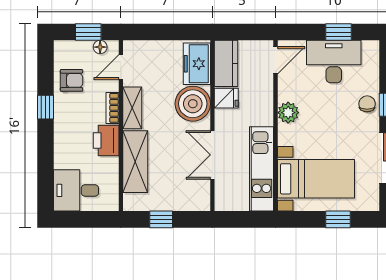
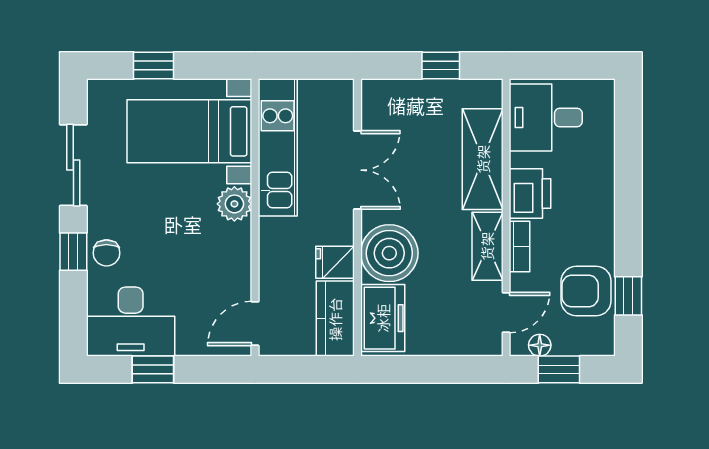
desk: (334, 62) -> (131, 322), moved
armchair: (72, 80) -> (586, 291), width x1.38, depth x1.38
window: (45, 107) -> (628, 296), moved
plant: (288, 113) -> (234, 204), moved
desk: (76, 190) -> (546, 118), moved, turned 180

